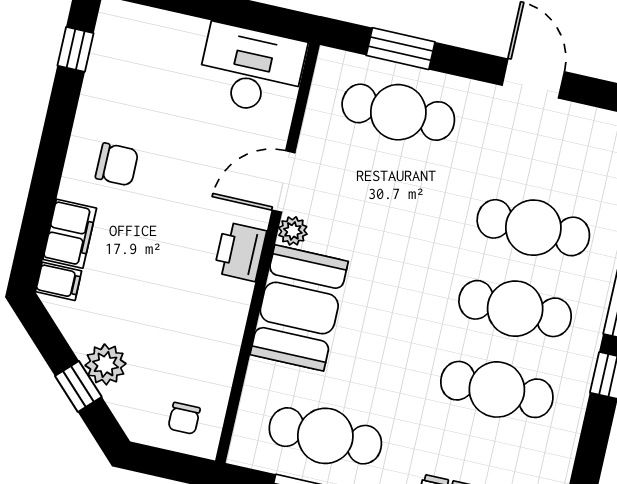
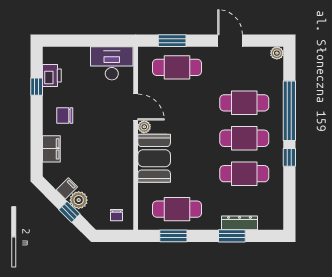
window: (76, 49) -> (37, 87), moved
chair: (117, 164) -> (65, 116), turned 180
door: (284, 181) -> (136, 107), swing flipped
printer: (240, 252) -> (52, 75), moved, turned 180
filing cabinet: (59, 281) -> (67, 188), moved, turned -45

